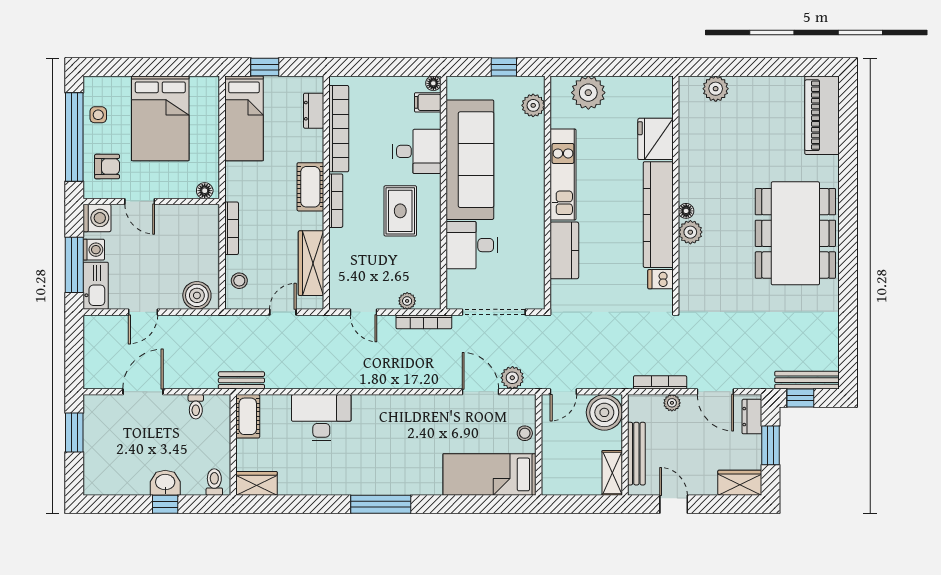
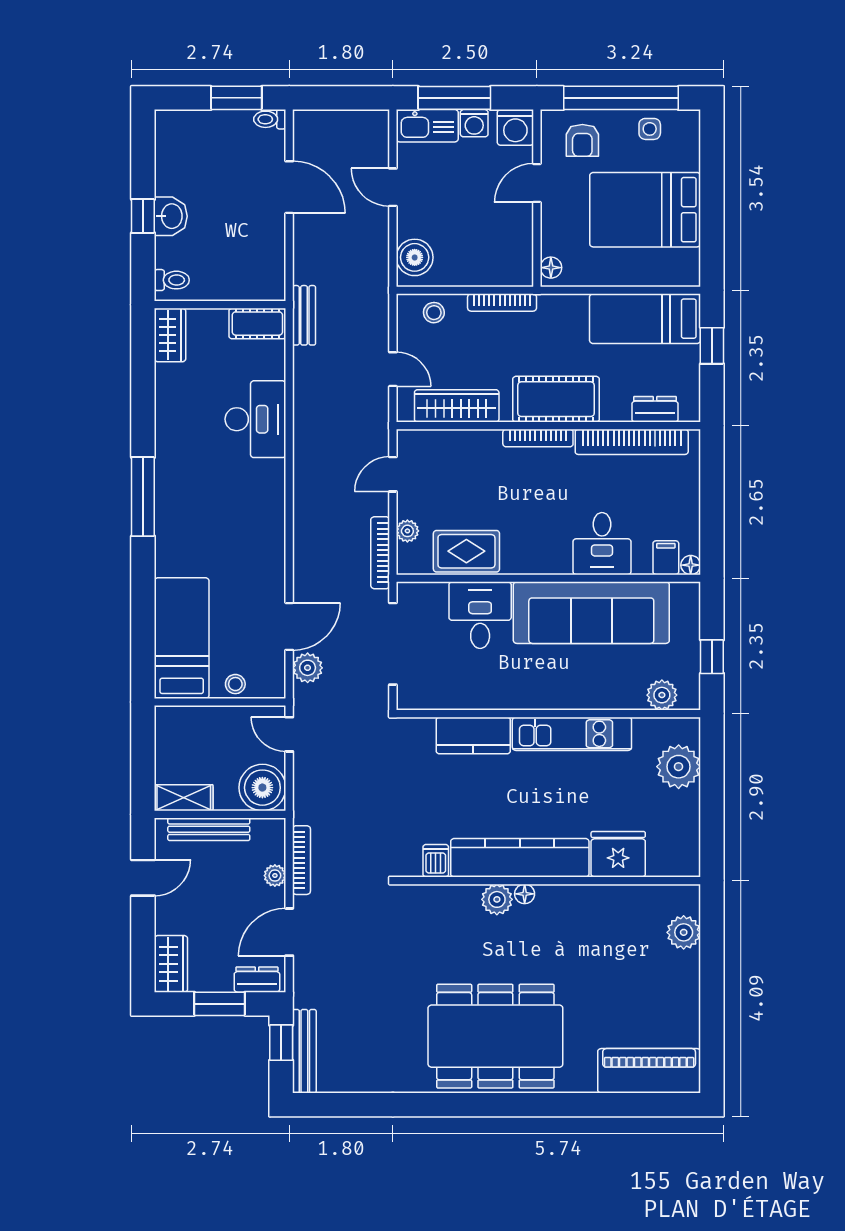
cot: (310, 187) -> (556, 399), width x1.37, depth x1.34
rug: (400, 211) -> (466, 551), moved
toilet: (196, 407) -> (270, 119), moved

